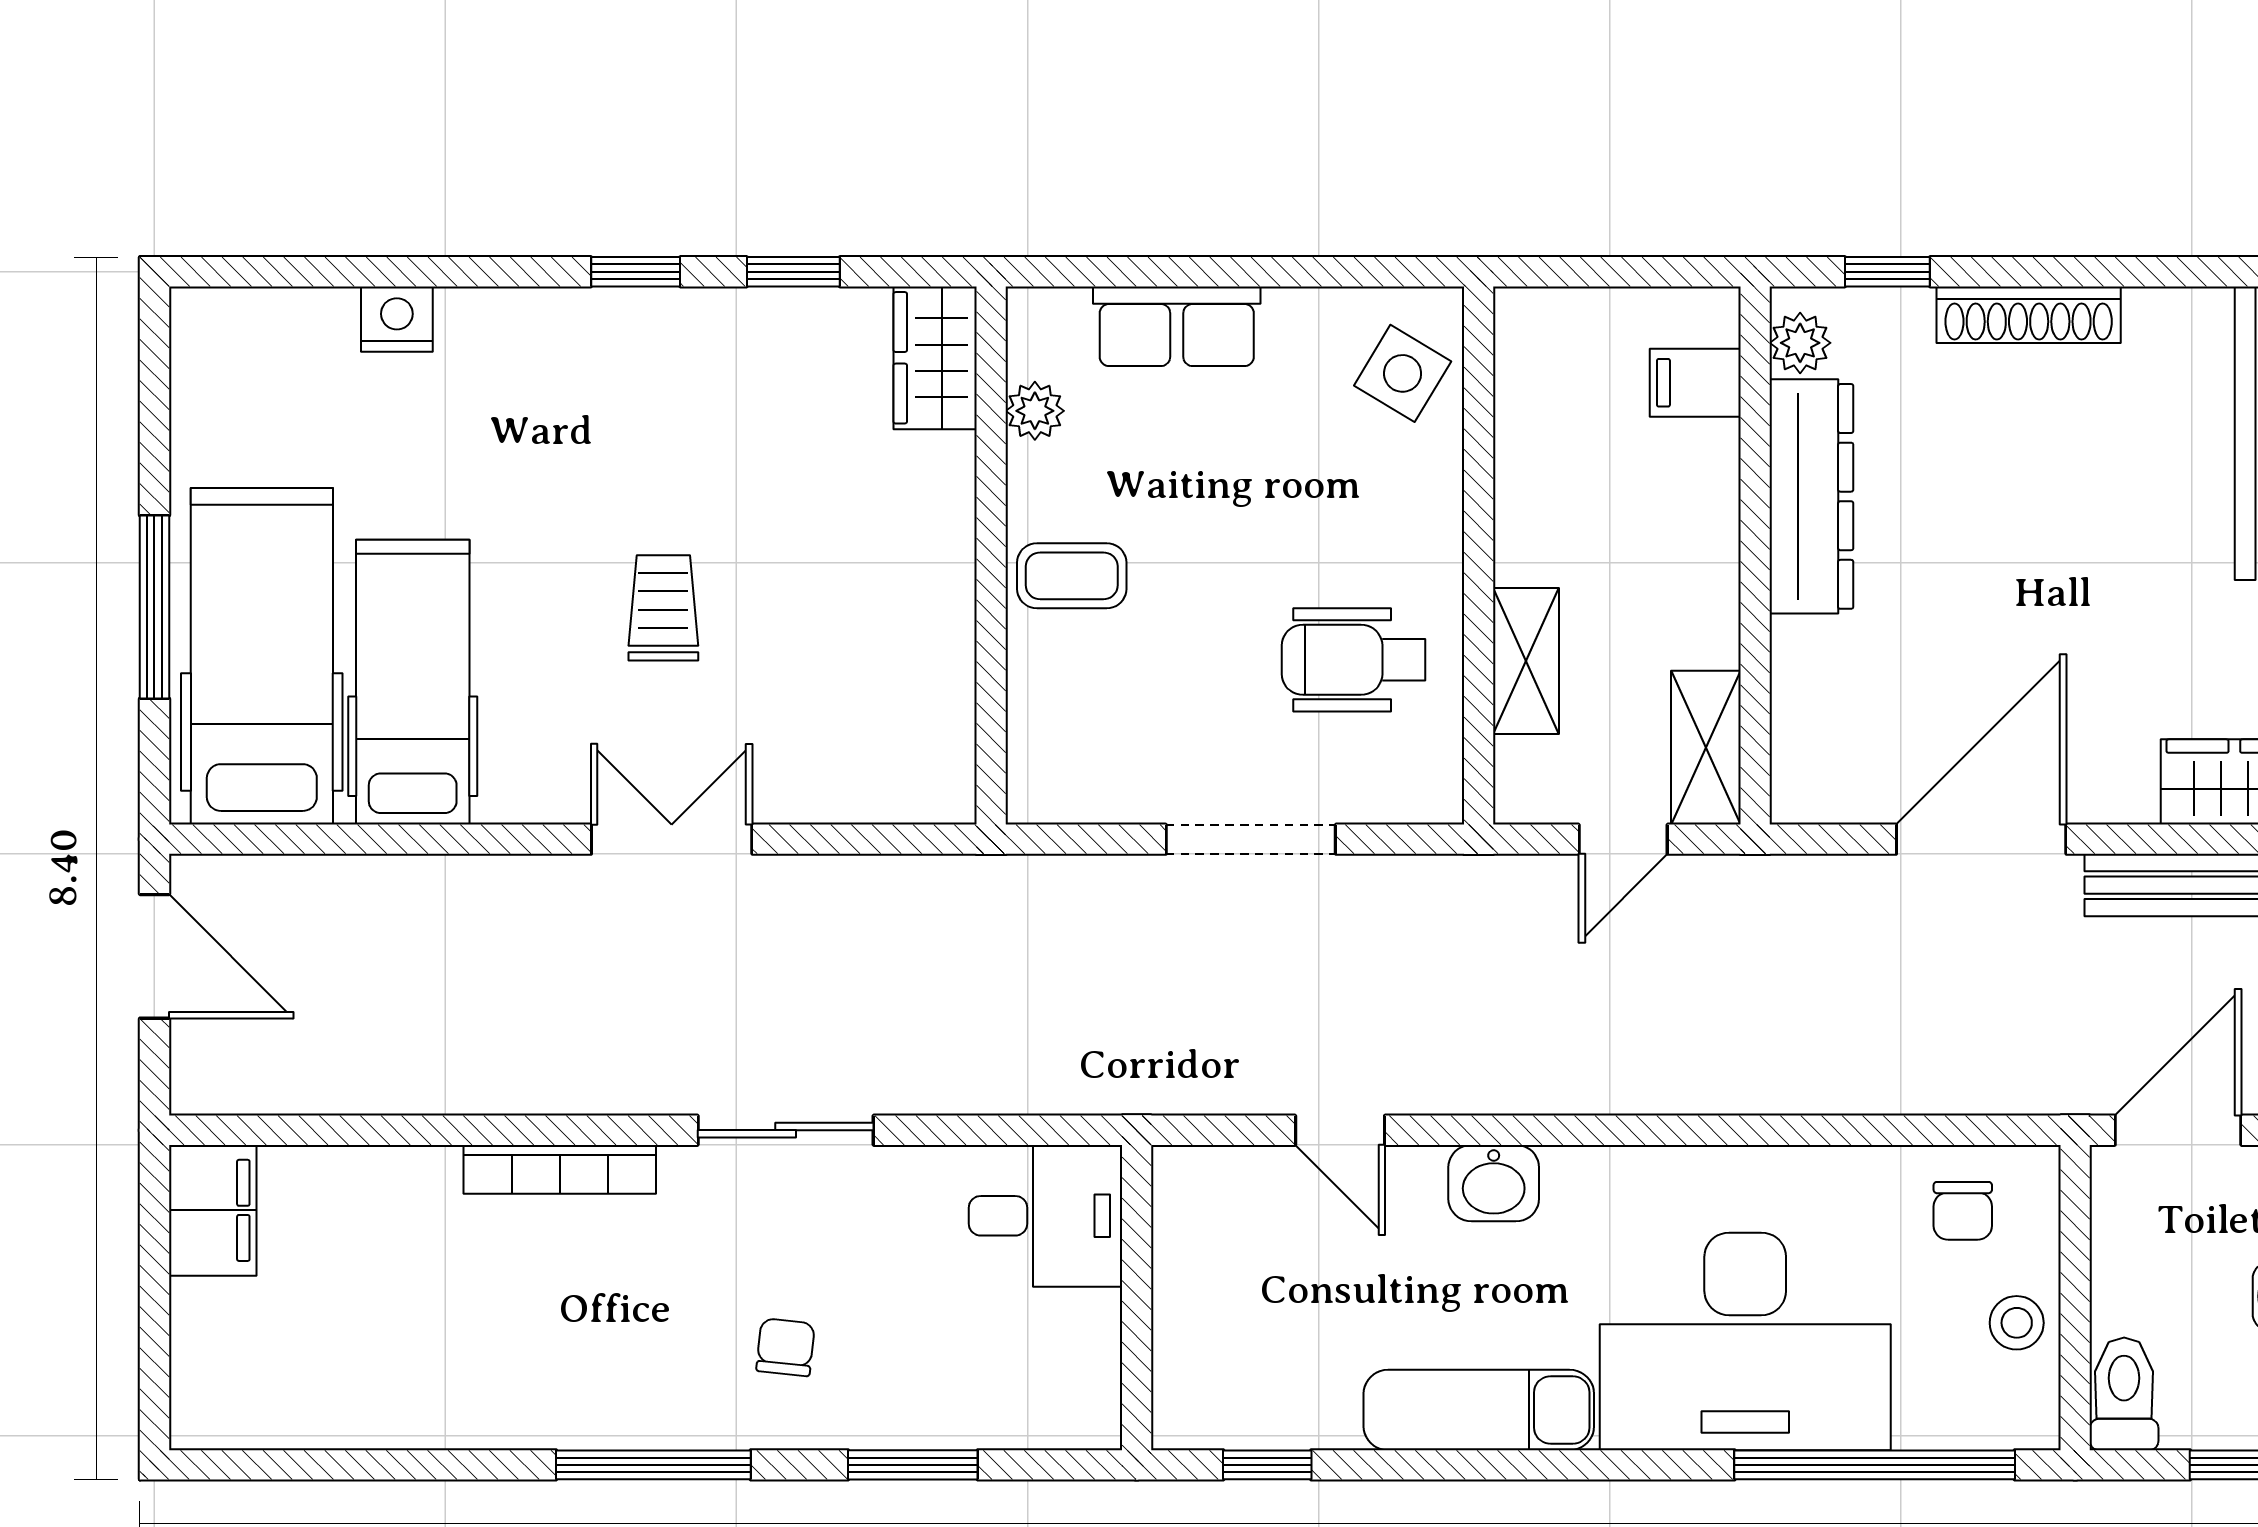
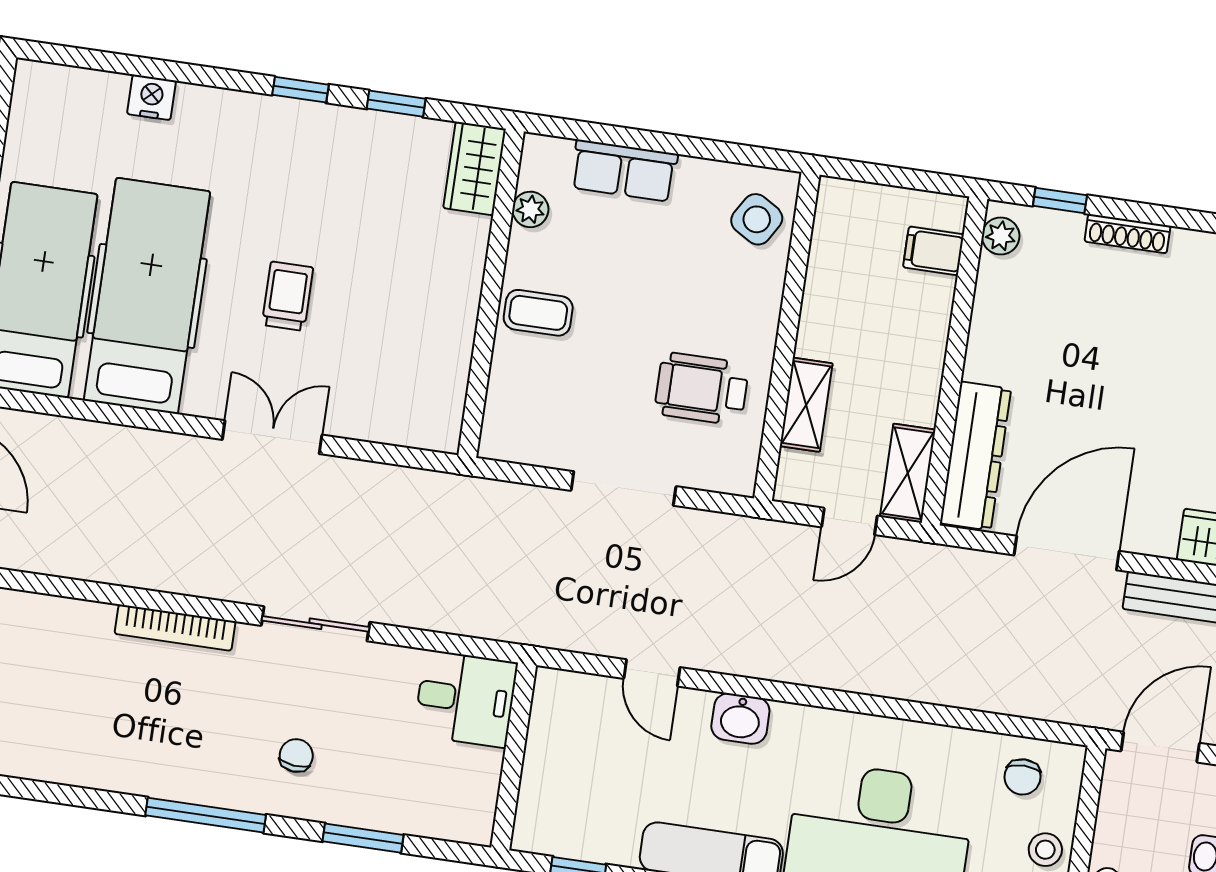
shoe rack: (2029, 315) -> (1127, 234), width x0.74, depth x0.81
dresser: (1811, 496) -> (976, 456), moved
hospital bed: (413, 682) -> (147, 296), width x1.37, depth x1.29

